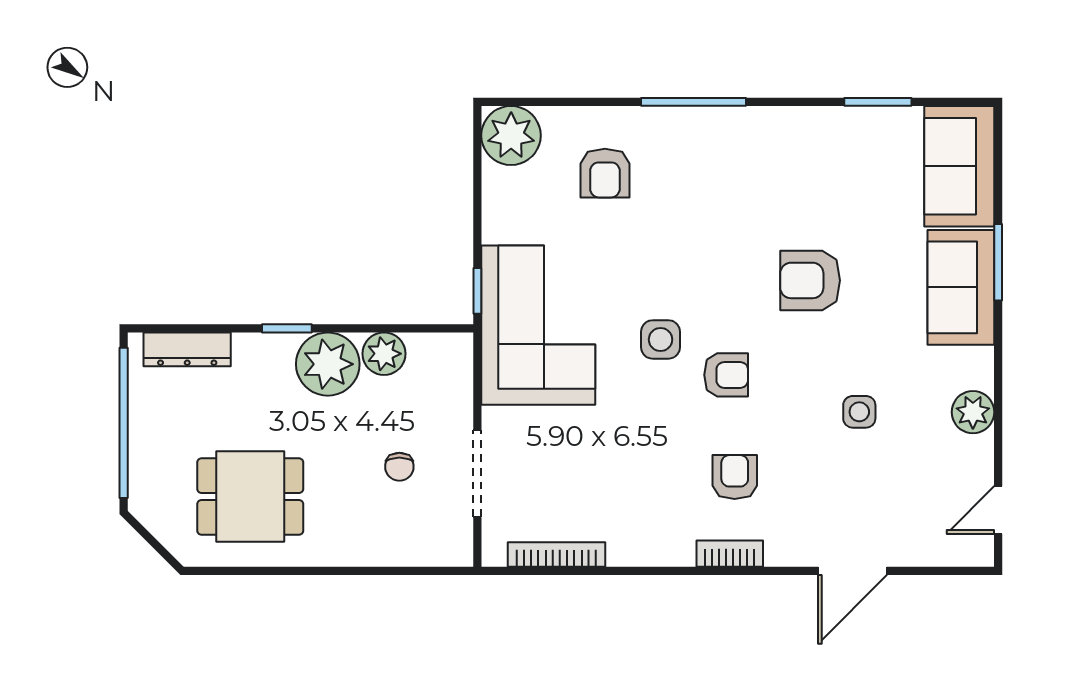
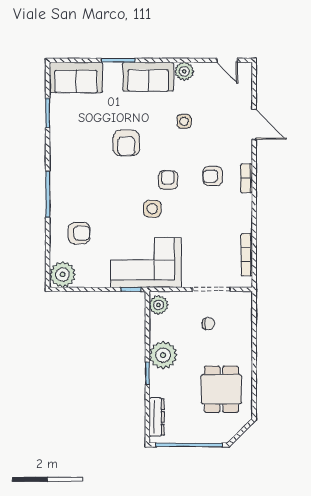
sofa: (961, 287) -> (148, 77), moved
plant: (384, 354) -> (159, 305), moved

